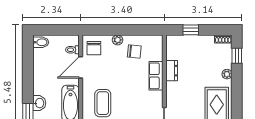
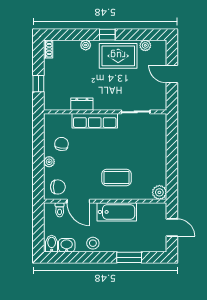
window: (237, 56) -> (107, 35), moved
row of seats: (156, 76) -> (95, 121), width x1.48
stool: (41, 81) -> (93, 243), added
washbasin: (39, 103) -> (67, 245), moved

